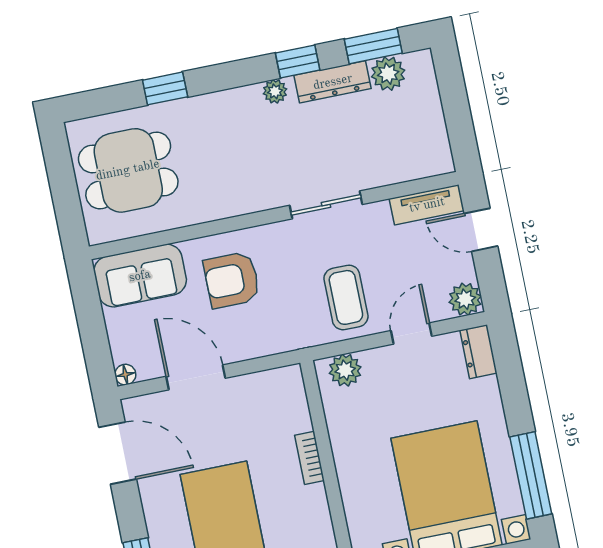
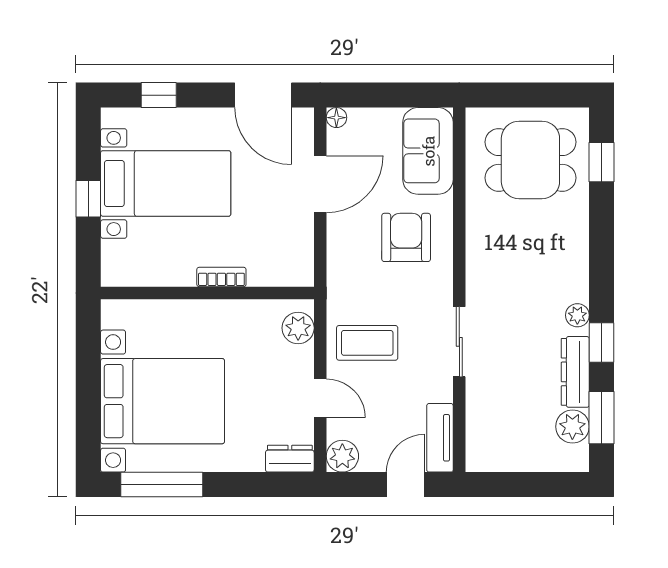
window: (165, 88) -> (602, 162), moved
dining table: (128, 170) -> (530, 160), turned 90
door: (118, 453) -> (263, 95), hinge flipped

